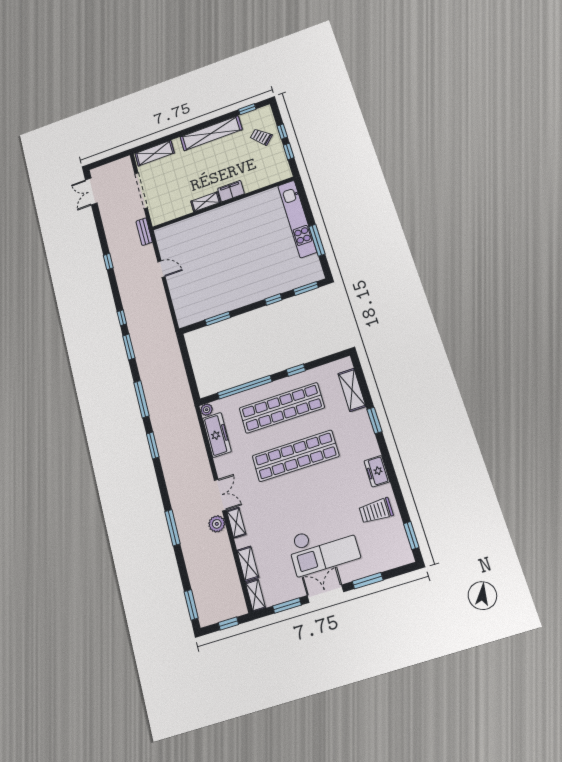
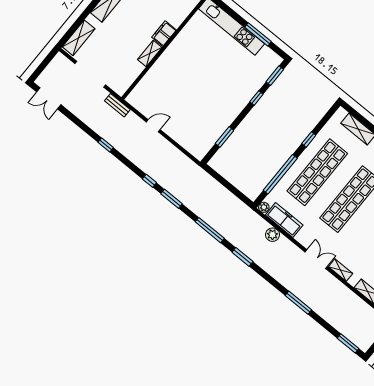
plant: (217, 524) -> (272, 235), moved

